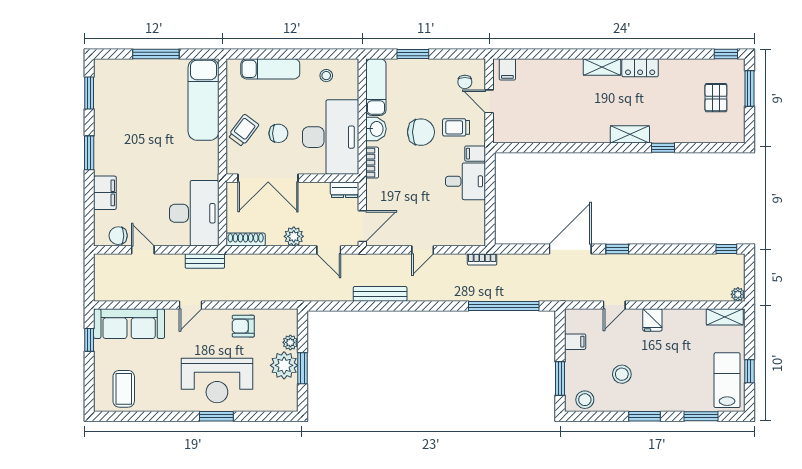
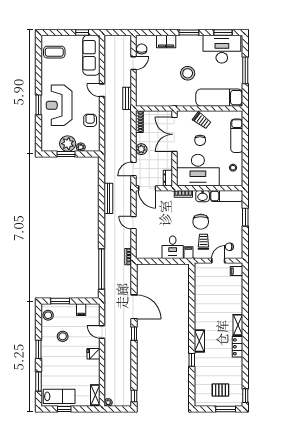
stool: (161, 155) -> (188, 73), added
desk: (194, 213) -> (222, 49), moved, turned 180

